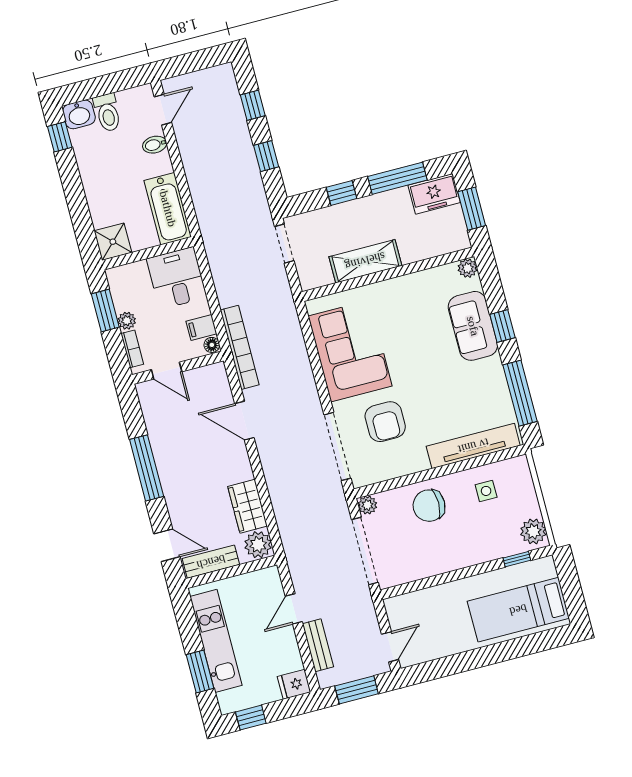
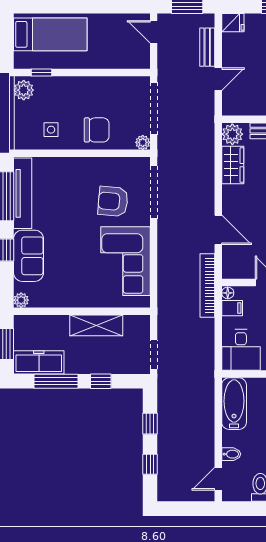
freezer: (434, 194) -> (39, 362), width x1.40
armchair: (385, 422) -> (113, 201), turned -85
tv unit: (473, 446) -> (23, 193), moved, turned -90
door: (390, 647) -> (154, 32), hinge flipped

